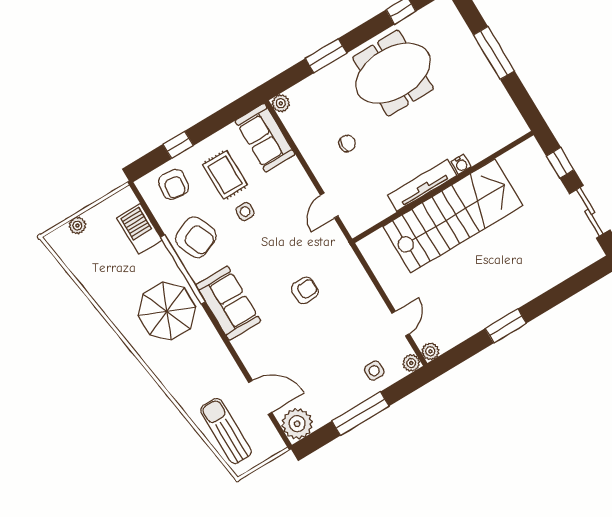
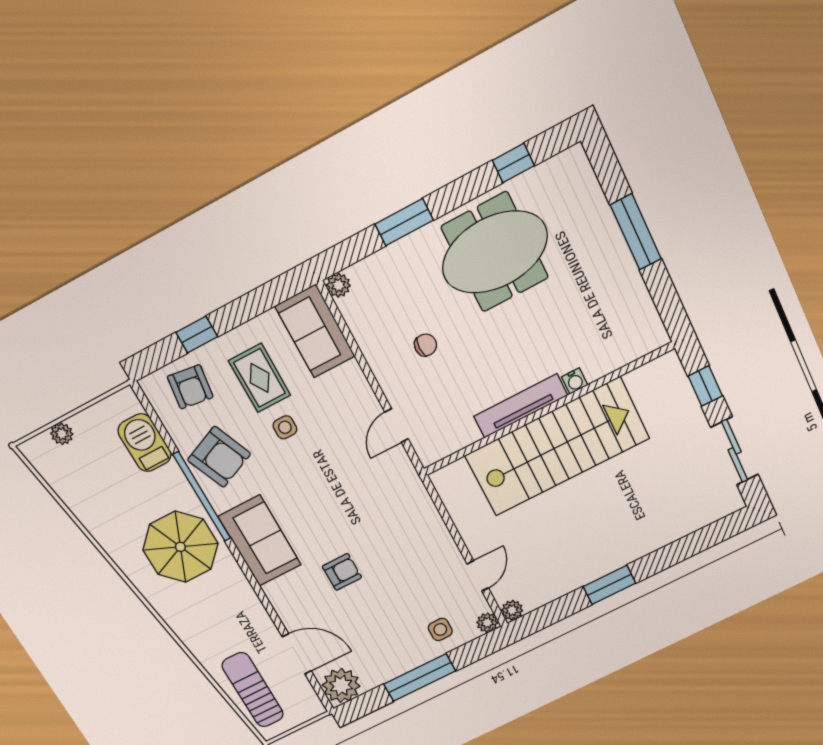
armchair: (305, 290) -> (342, 572), moved

